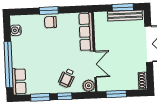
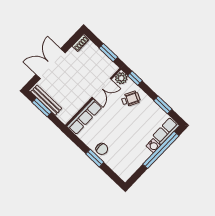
water cooler: (16, 30) -> (153, 146), moved
double door: (95, 64) -> (102, 88), swing flipped
window: (65, 96) -> (135, 78), moved

